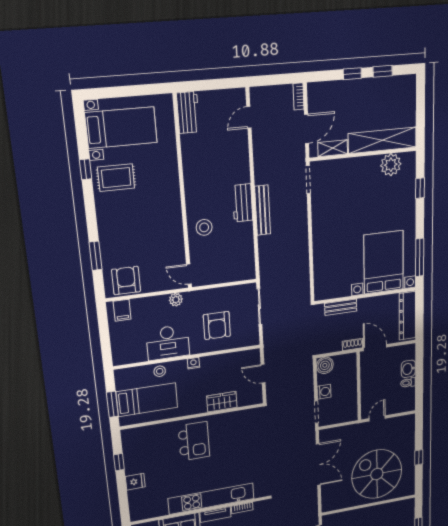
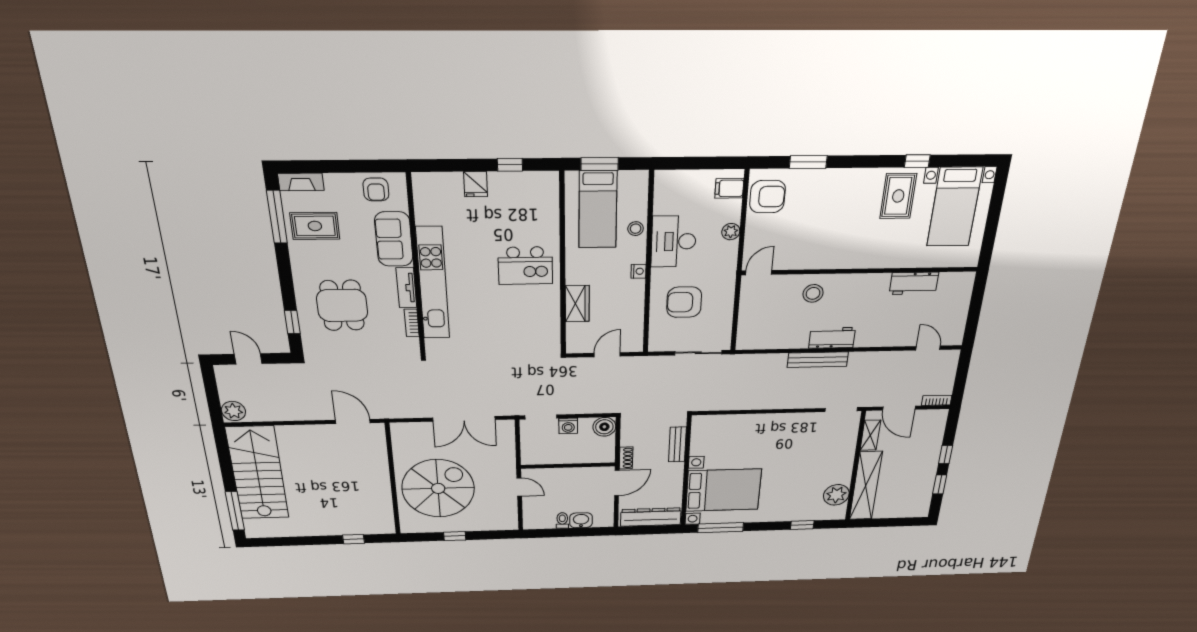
workbench: (188, 112) -> (914, 283), moved
plant: (176, 300) -> (731, 232), moved

